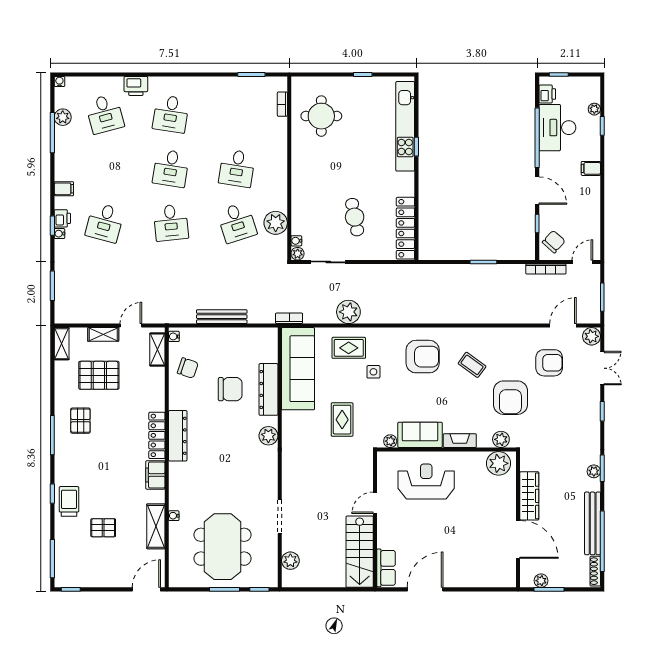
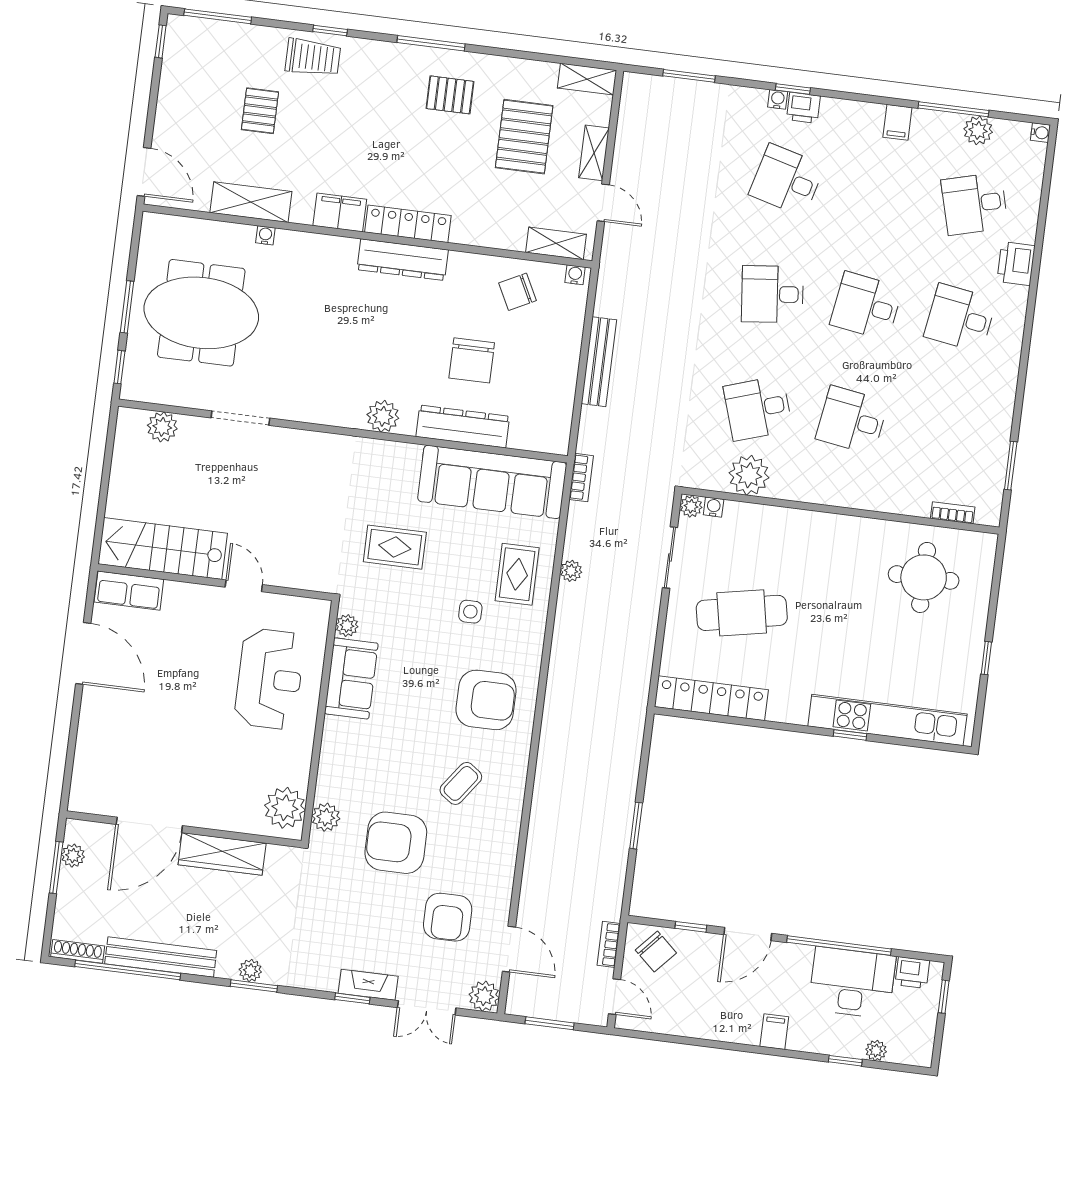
filing cabinet: (64, 189) -> (897, 122), moved
cafe table: (355, 217) -> (742, 613), width x1.37, depth x1.35
bookcase: (546, 269) -> (609, 944), width x0.64
plant: (348, 312) -> (571, 571), width x0.53, depth x0.53
armchair: (423, 357) -> (486, 700), turned -90
chair: (188, 368) -> (517, 292), turned 44
fireplace: (460, 441) -> (368, 985), moved, turned -90

